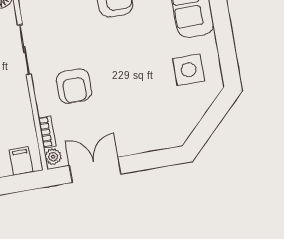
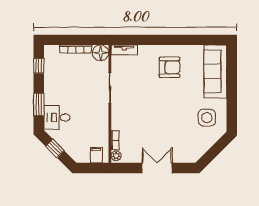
armchair: (74, 86) -> (136, 115), removed
double door: (95, 170) -> (157, 168), moved

